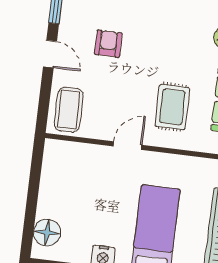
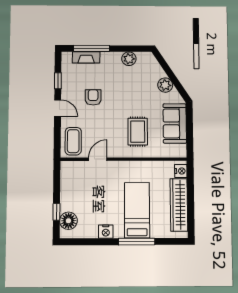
door: (128, 146) -> (98, 159), moved
window: (30, 217) -> (56, 212), added

